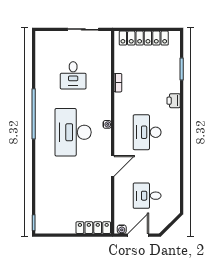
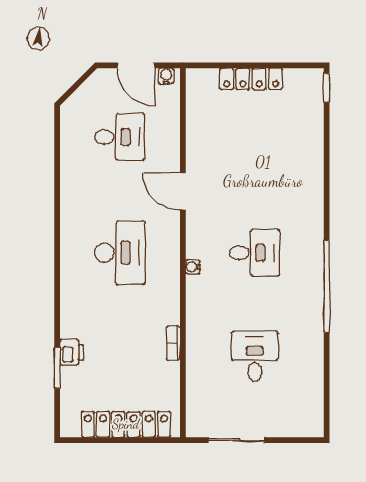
printer: (174, 101) -> (72, 352), moved
desk: (73, 132) -> (255, 253), width x0.53, depth x0.77
door: (113, 166) -> (183, 191), hinge flipped
locker: (93, 228) -> (251, 79), moved
door: (138, 235) -> (136, 65), hinge flipped

